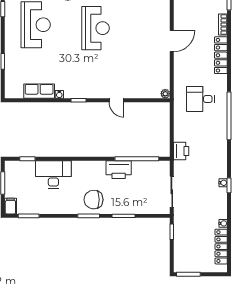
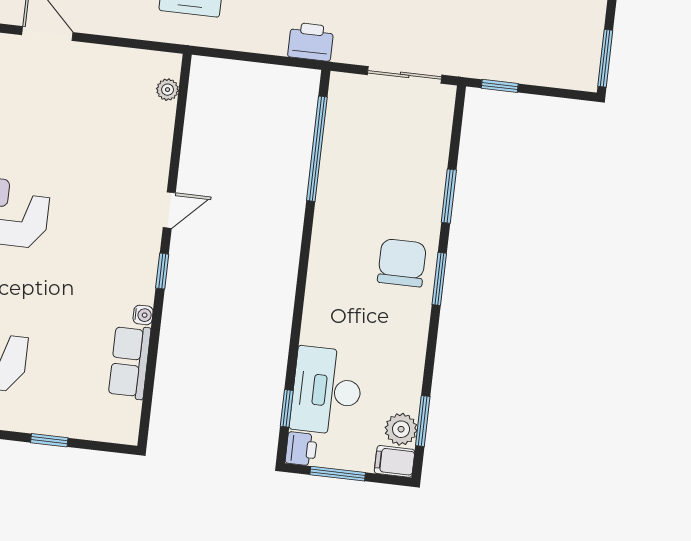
plant: (165, 94) -> (168, 90), moved
door: (116, 100) -> (169, 210), moved
printer: (119, 170) -> (301, 449), moved, width x0.53, depth x0.68
desk: (53, 174) -> (327, 391), moved
chair: (93, 200) -> (402, 263), turned 180
plant: (24, 207) -> (401, 429), added

